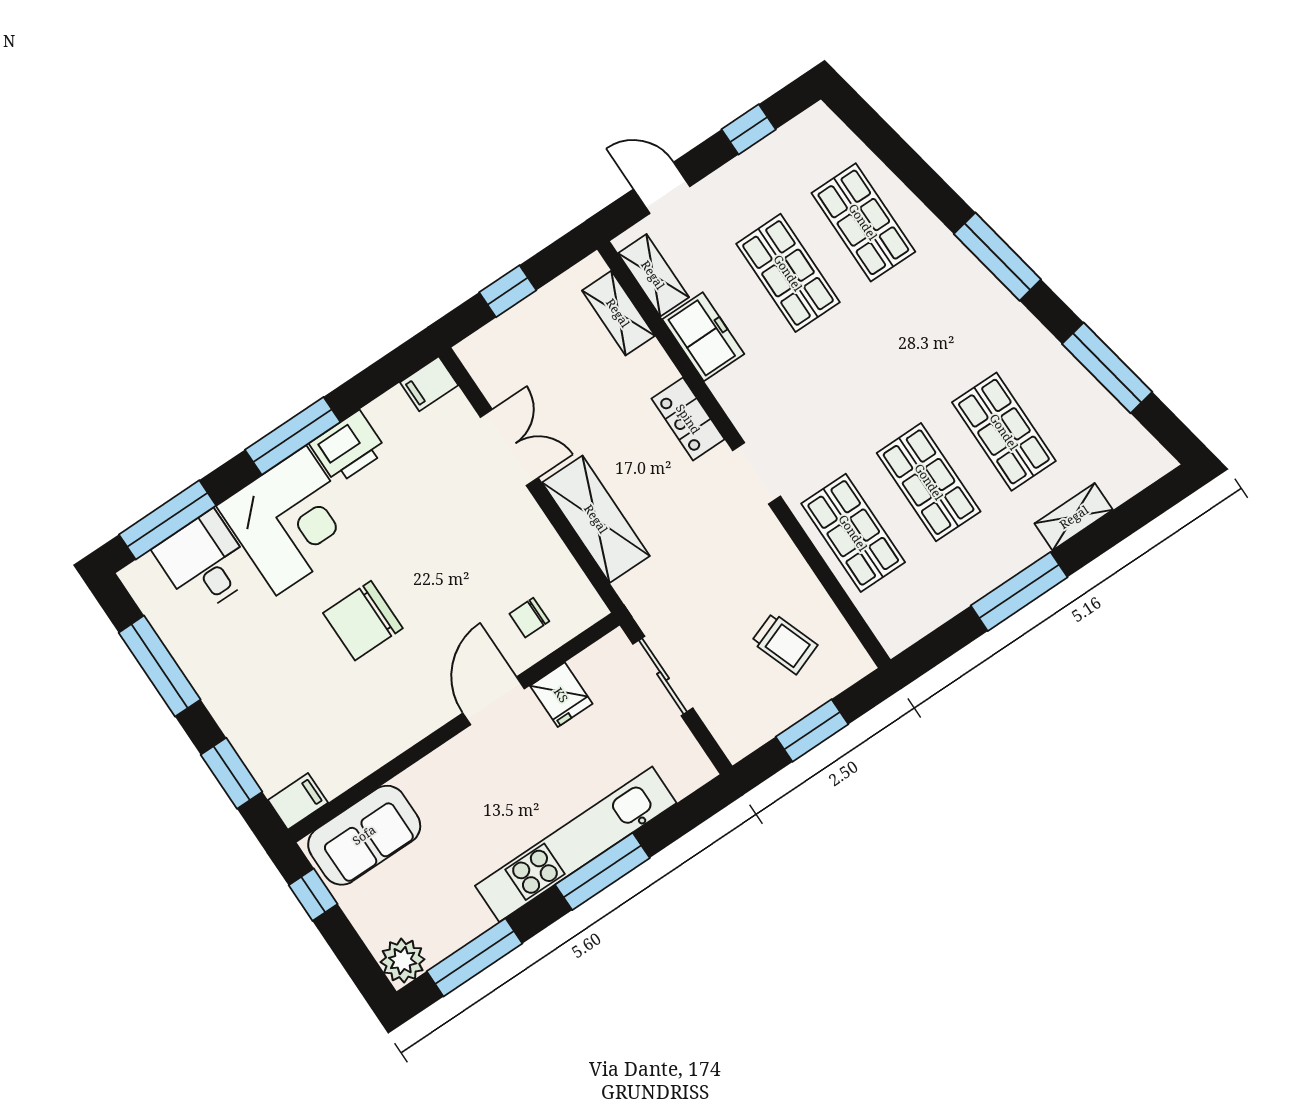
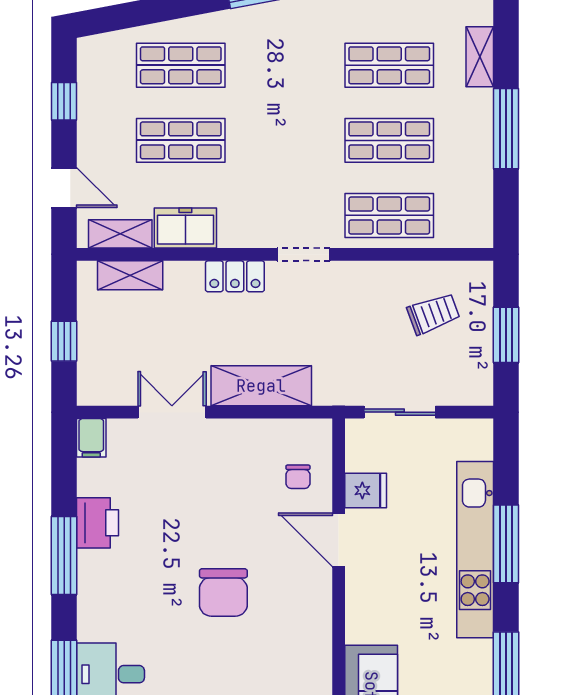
door: (662, 188) -> (64, 188), swing flipped
corner desk: (291, 521) -> (122, 595), removed

